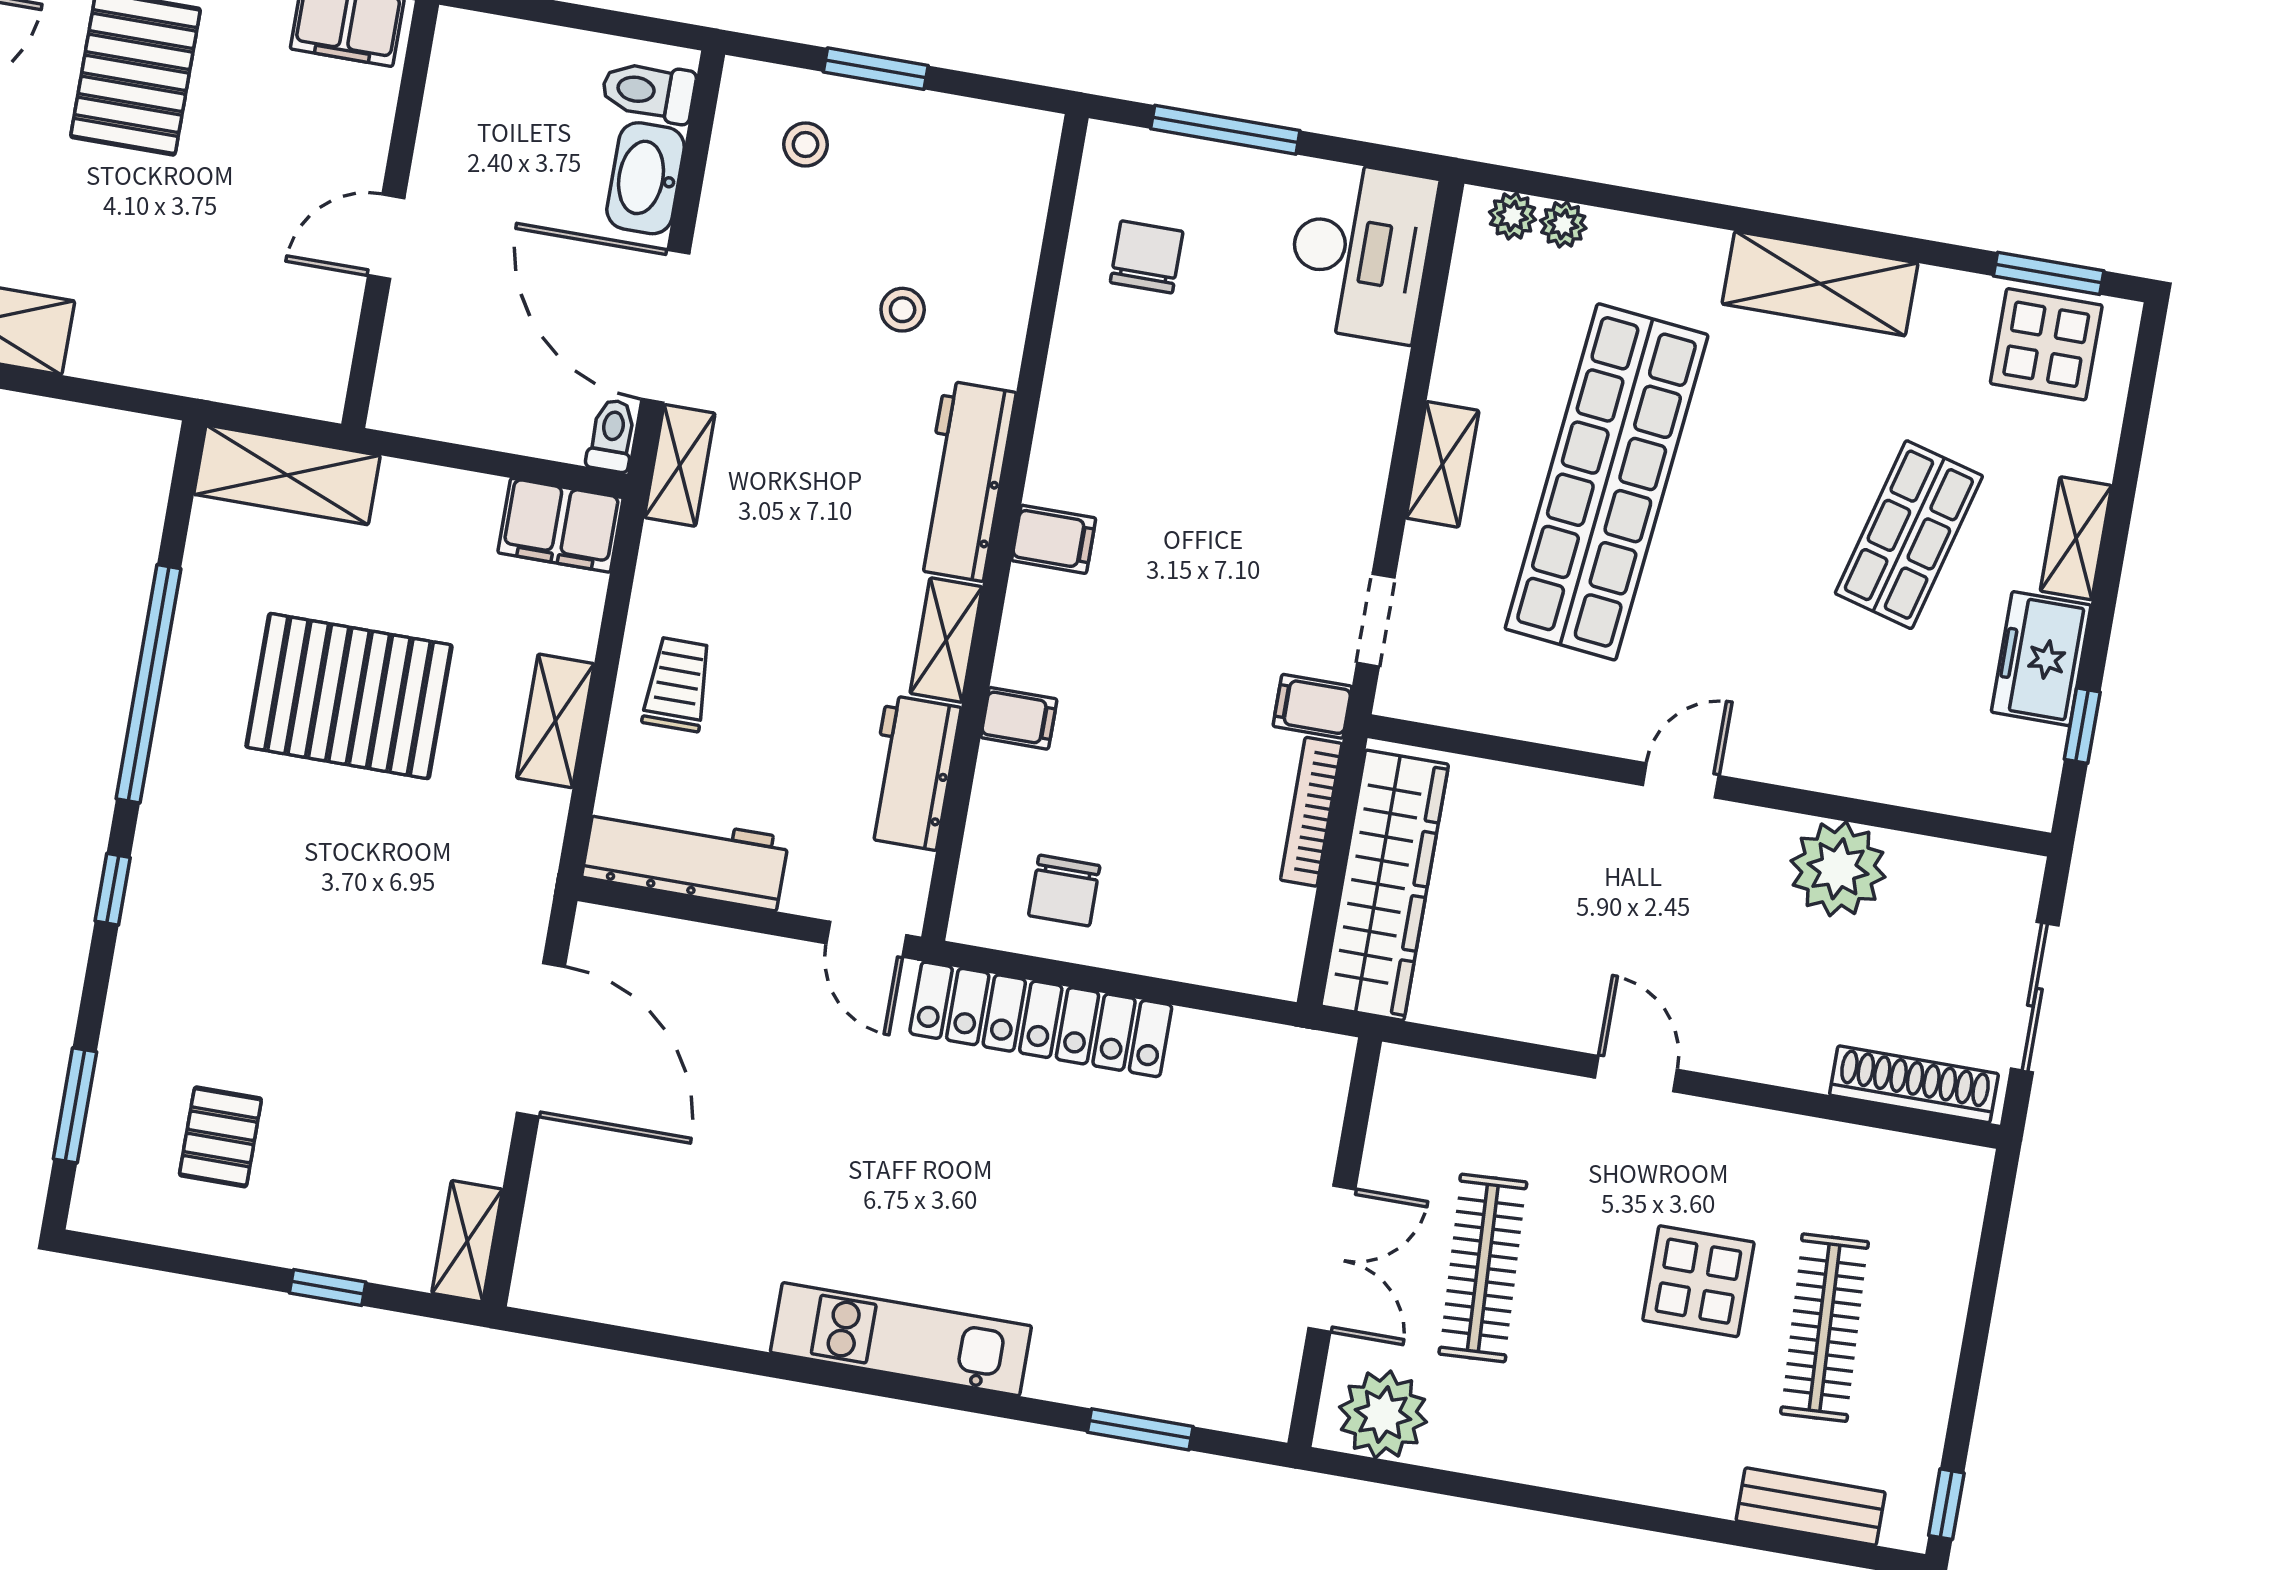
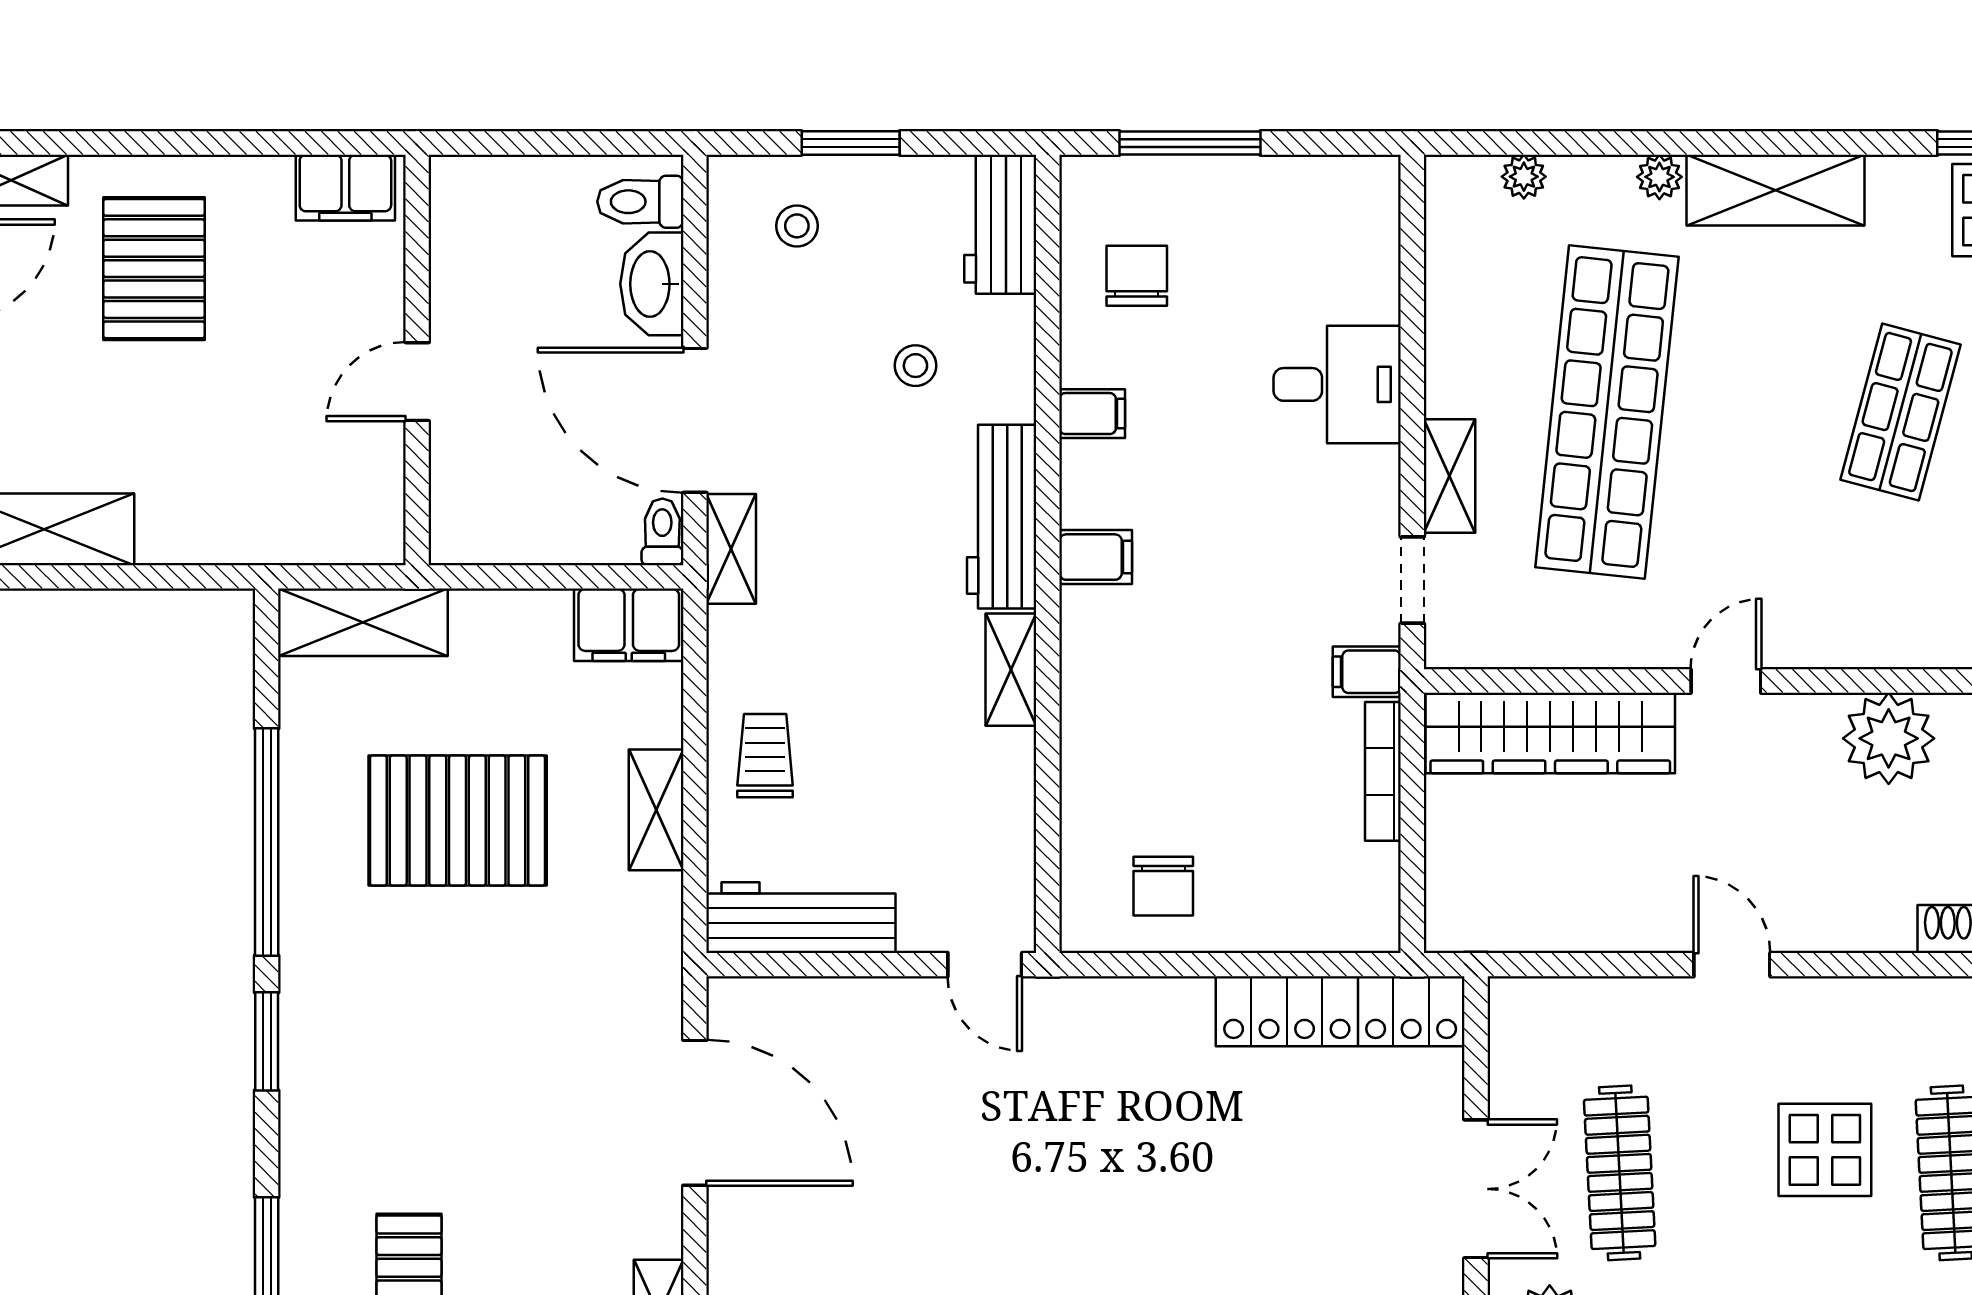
plant: (1513, 216) -> (1659, 177), moved
desk: (1360, 251) -> (1337, 384), moved, width x0.73
shelving: (1442, 464) -> (1449, 476), moved
filing cabinet: (1019, 718) -> (1092, 414), moved
workbench: (912, 773) -> (1000, 224), moved
wardrobe: (1385, 885) -> (1550, 733), moved, turned 90
window: (113, 889) -> (267, 1041), width x1.50
locker: (1041, 1019) -> (1340, 1011), moved

